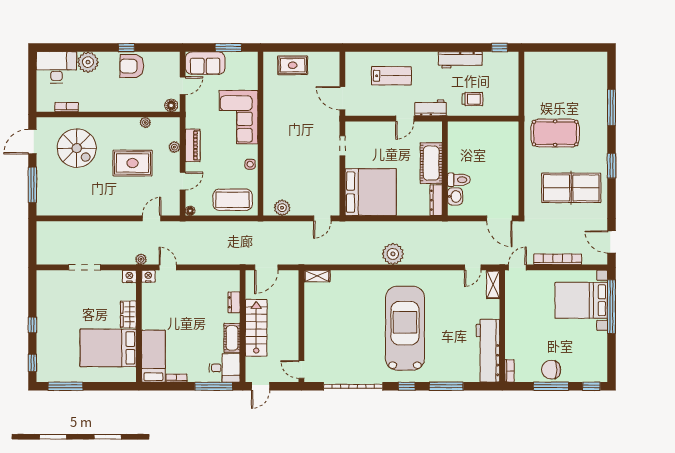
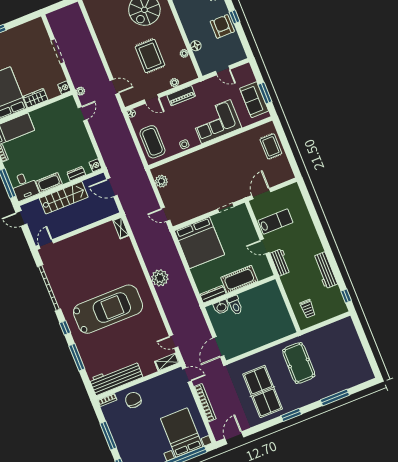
sofa: (205, 63) -> (254, 100), moved
lab bench: (391, 76) -> (275, 222), moved, turned -90
trolley: (472, 99) -> (308, 309), moved
floor lamp: (171, 105) -> (196, 46), moved
nightstand: (148, 276) -> (95, 165), moved
chair: (551, 370) -> (133, 400), moved

